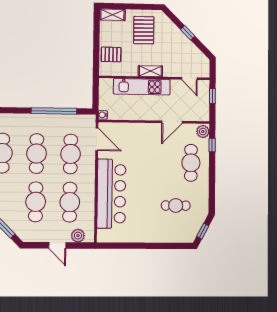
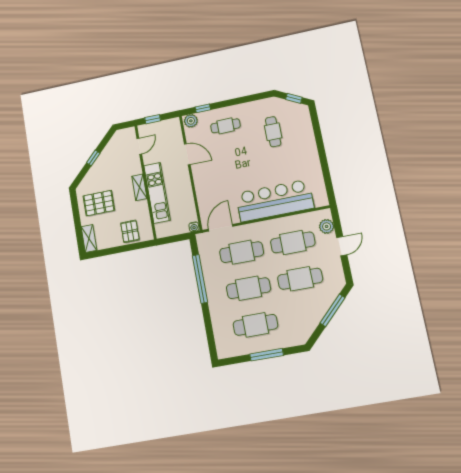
cafe table: (191, 163) -> (225, 126), width x0.73, depth x0.74

